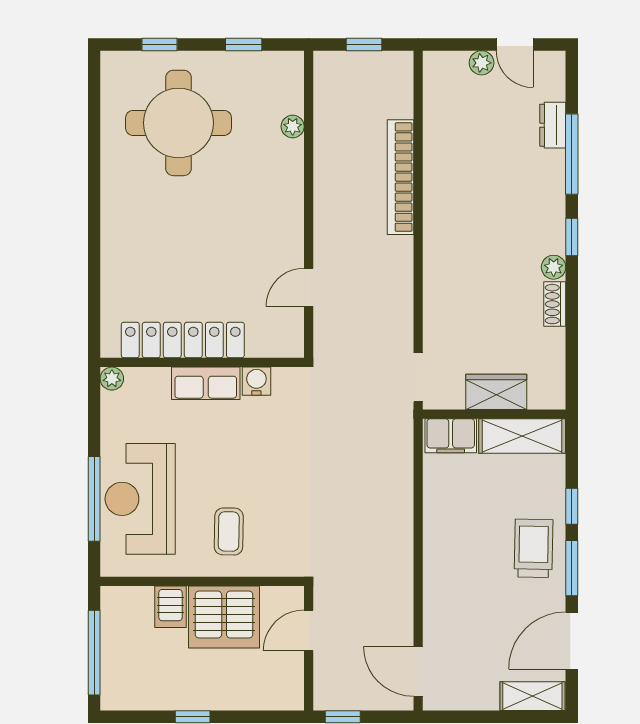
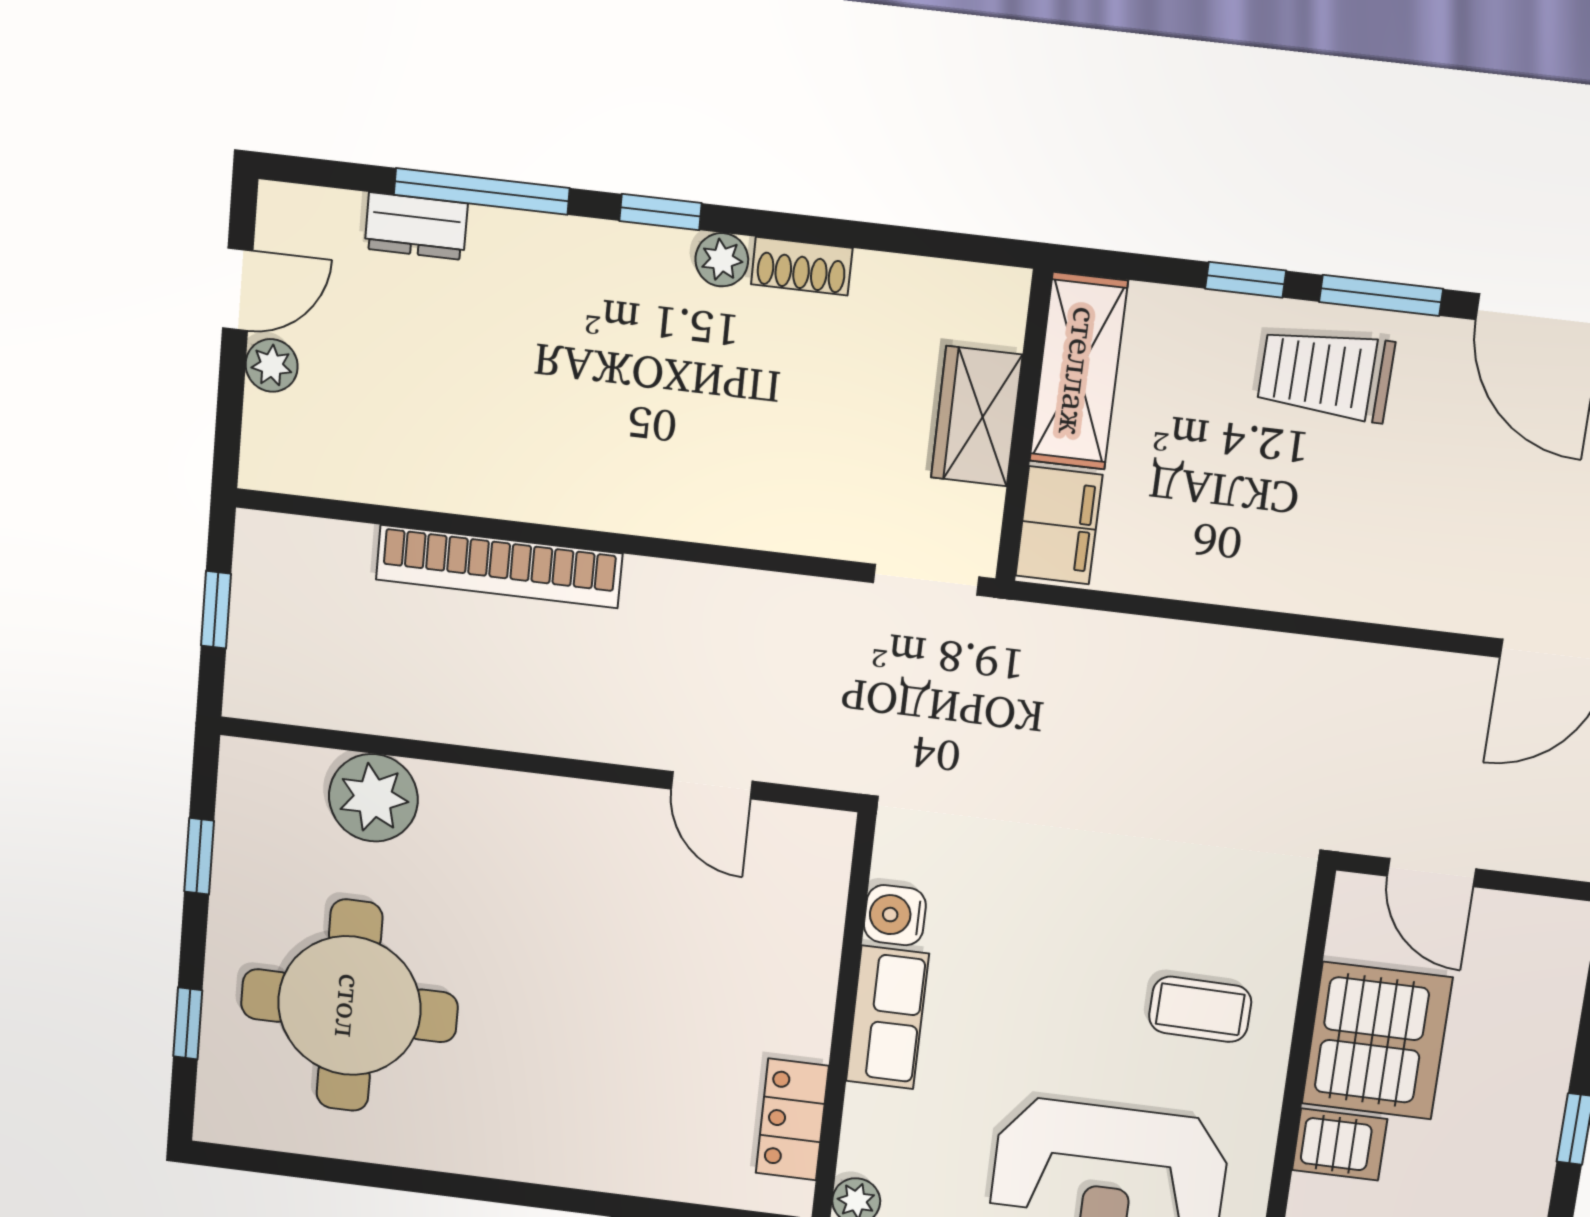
plant: (293, 127) -> (373, 798), width x1.88, depth x1.88
locker: (183, 340) -> (792, 1119), width x0.46, depth x0.83

